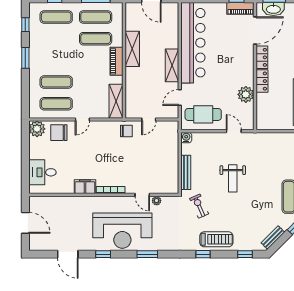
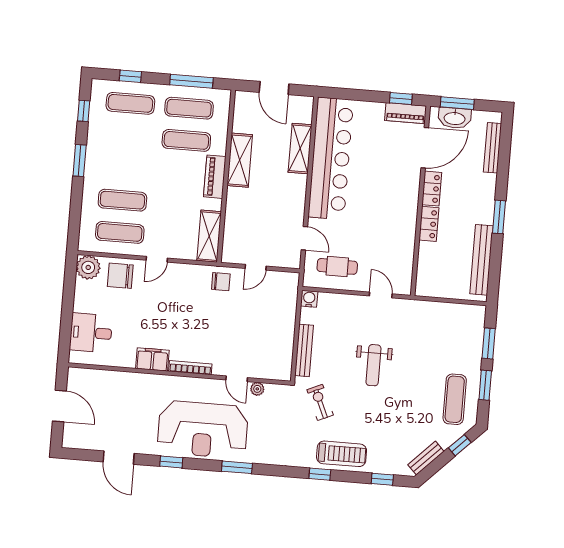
shelving: (172, 65) -> (300, 149), moved
plant: (246, 94) -> (403, 242), removed
door: (180, 97) -> (304, 238), swing flipped
cafe table: (203, 114) -> (337, 266), width x0.73, depth x0.74

